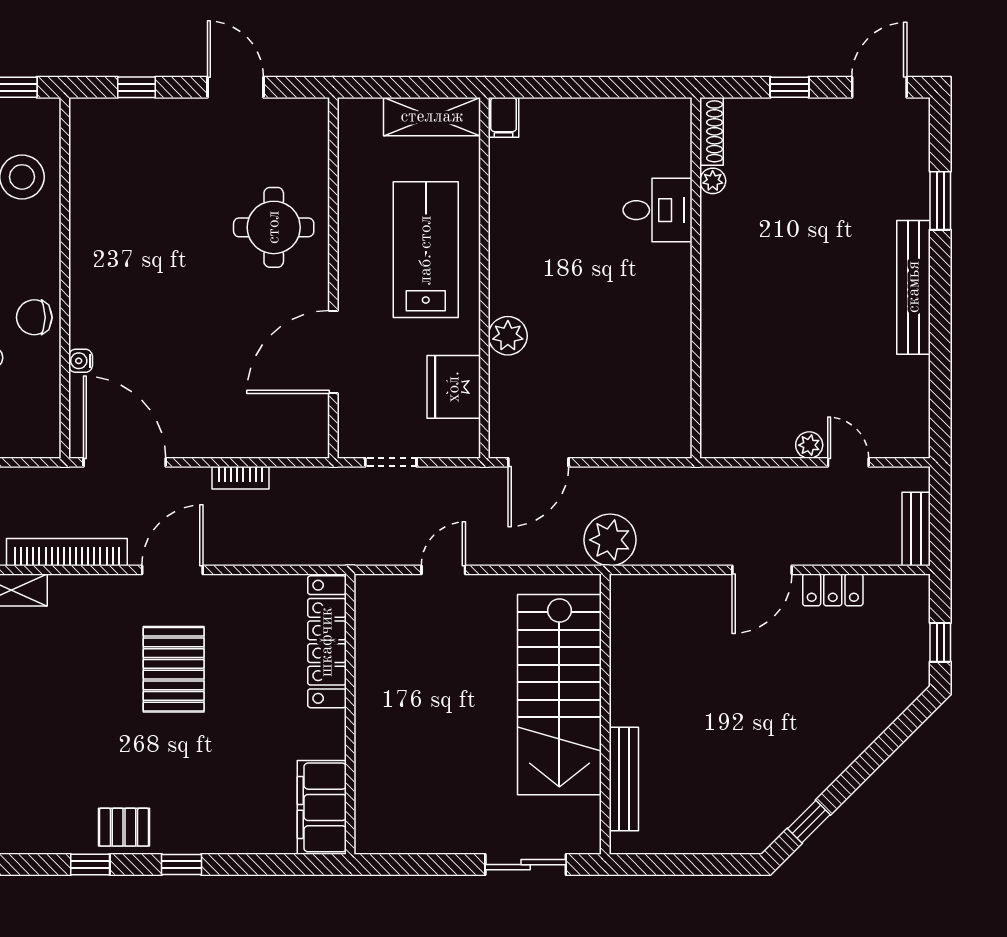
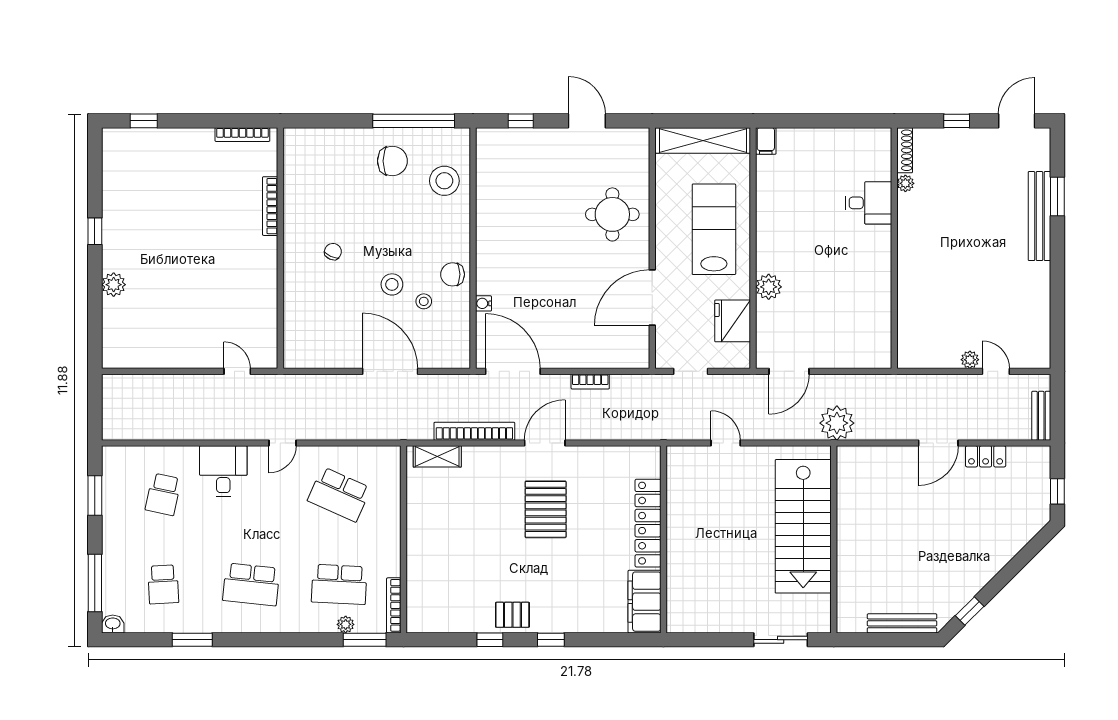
shelving: (432, 117) -> (703, 140), width x1.47
bench: (914, 287) -> (1039, 216), moved
door: (443, 570) -> (726, 443), hinge flipped
locker: (327, 642) -> (648, 523), moved
bench: (624, 779) -> (902, 623), moved, turned 90

